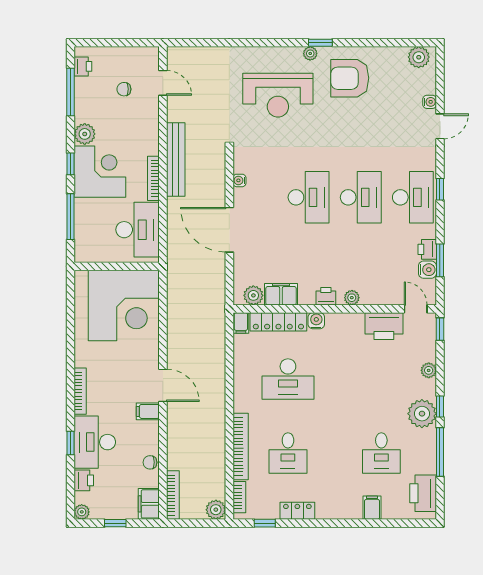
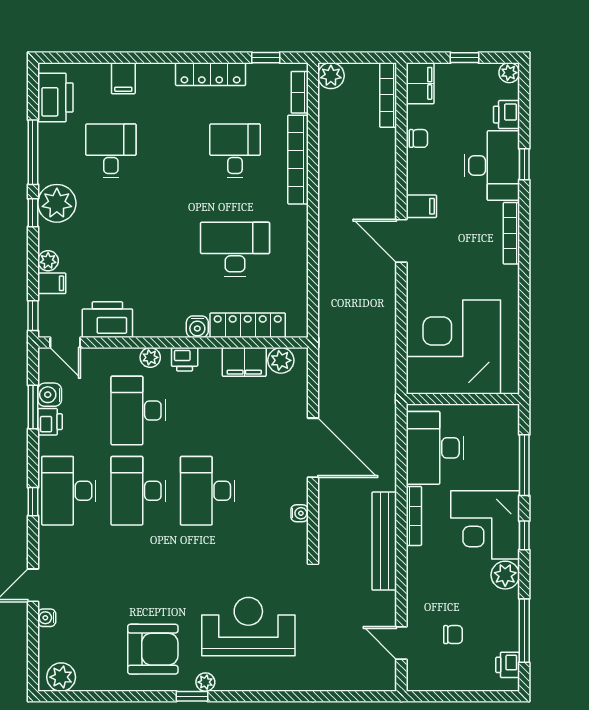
desk: (361, 258) -> (138, 410), added
filing cabinet: (241, 323) -> (52, 283), moved, turned 90
locker: (297, 511) -> (211, 74), width x1.53

